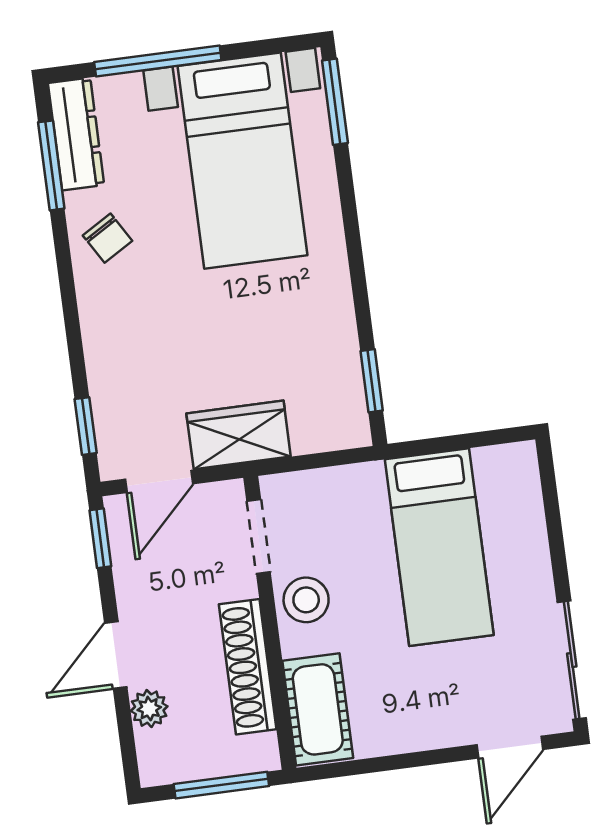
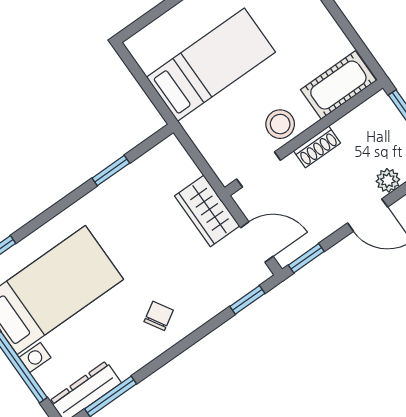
chair: (107, 238) -> (159, 316), moved
window: (372, 381) -> (111, 171), moved
shoe rack: (248, 667) -> (317, 147), width x0.51, depth x0.81

